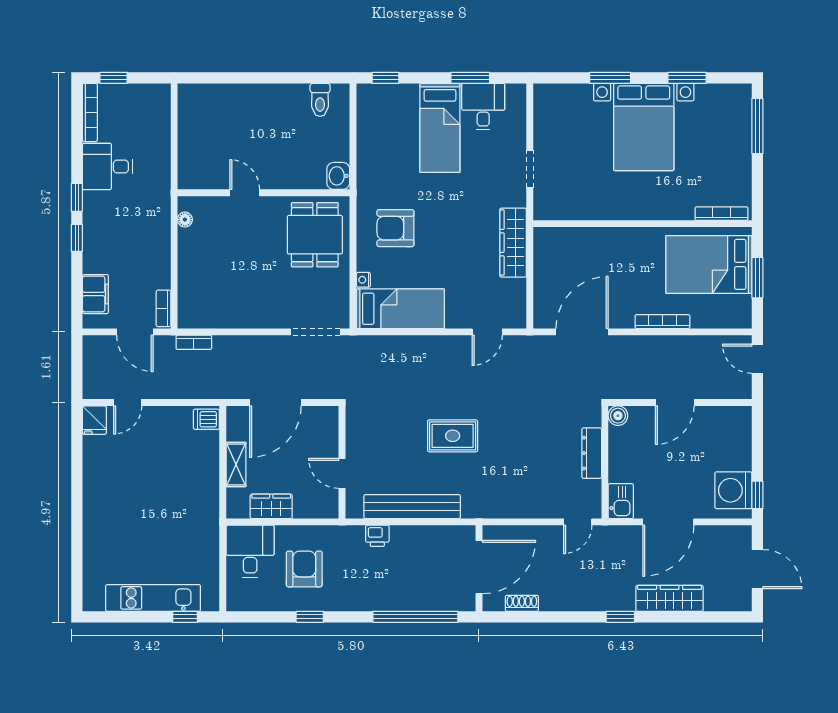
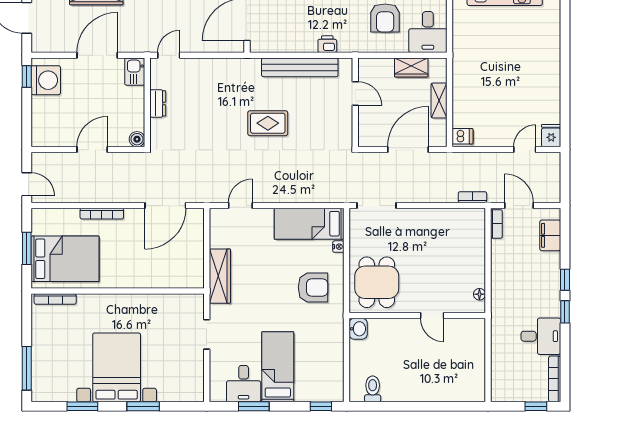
dresser: (592, 453) -> (158, 103), width x0.70

